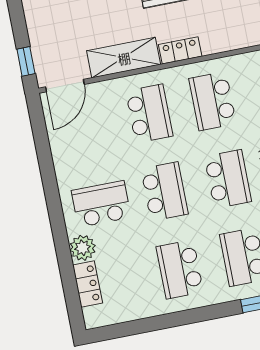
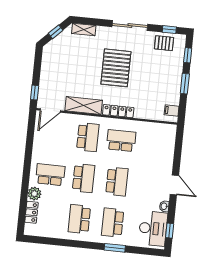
locker: (180, 50) -> (118, 111), width x1.53
school desk: (213, 101) -> (121, 141), turned 90

